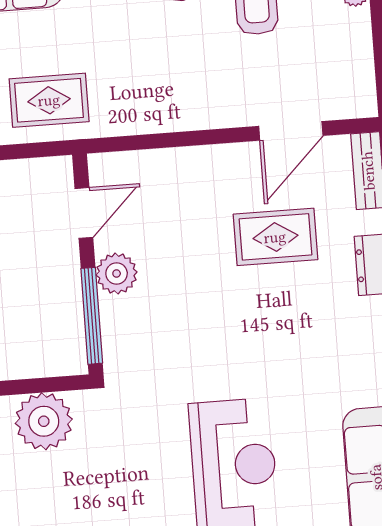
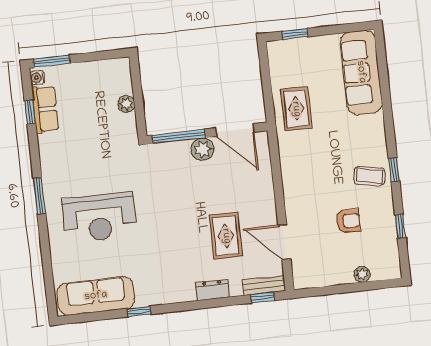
door: (84, 213) -> (235, 130), width x1.38
plant: (44, 421) -> (126, 104), width x0.53, depth x0.53

